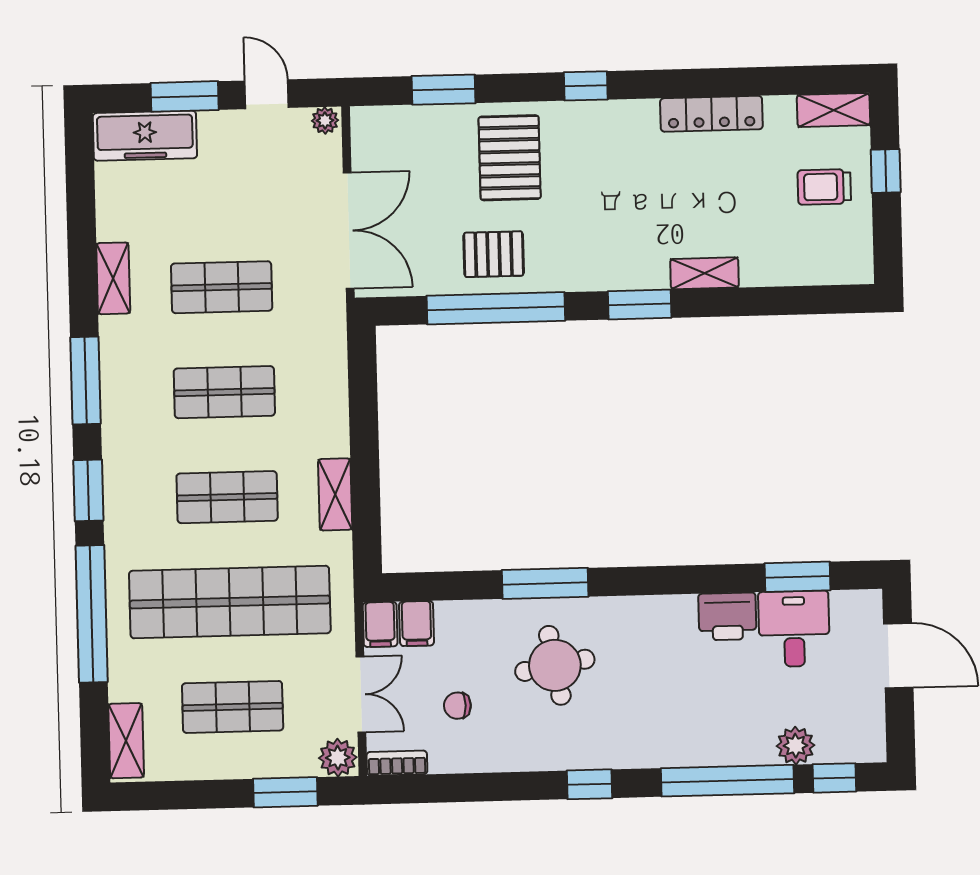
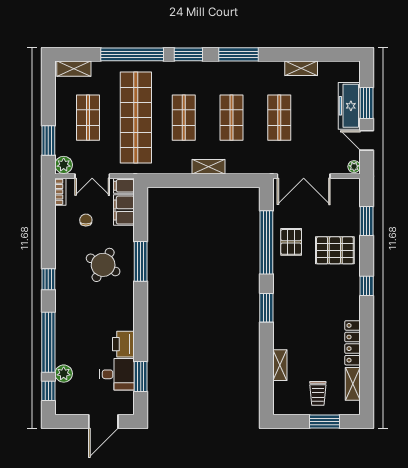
door: (267, 94) -> (367, 140), swing flipped
shelving: (834, 110) -> (353, 384), moved
freezer: (145, 136) -> (349, 106), moved
window: (886, 171) -> (324, 422), width x1.50
trolley: (824, 187) -> (318, 393), turned 180
shelving: (705, 273) -> (280, 365), moved
shelving: (113, 278) -> (301, 68), moved
shelving: (335, 494) -> (209, 167), moved
filing cabinet: (417, 623) -> (124, 210), width x2.00
round table: (555, 665) -> (103, 265), turned 38

